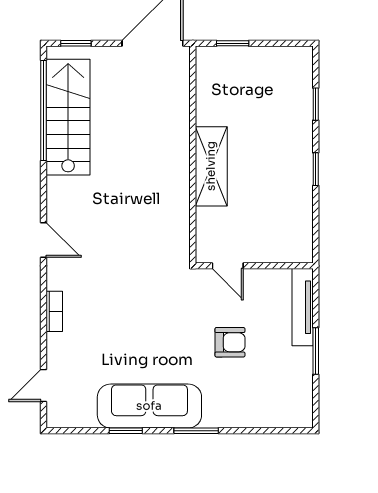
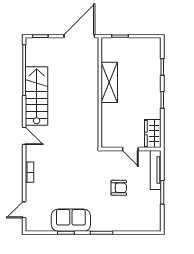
stairs: (68, 117) -> (37, 96), moved
shelving: (211, 166) -> (109, 82), moved
wardrobe: (297, 235) -> (153, 133), added
door: (228, 266) -> (130, 149), moved
sofa: (149, 406) -> (71, 220), width x0.73

